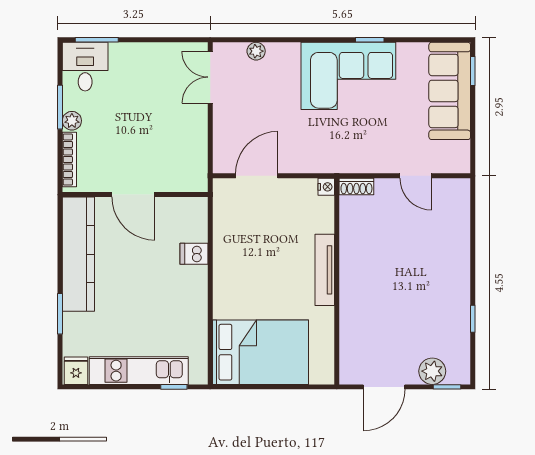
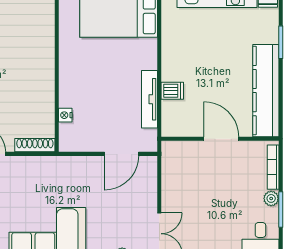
nightstand: (326, 187) -> (65, 115), moved
shoe rack: (356, 187) -> (35, 145), width x1.43
tv unit: (325, 270) -> (150, 99), moved, turned 180

